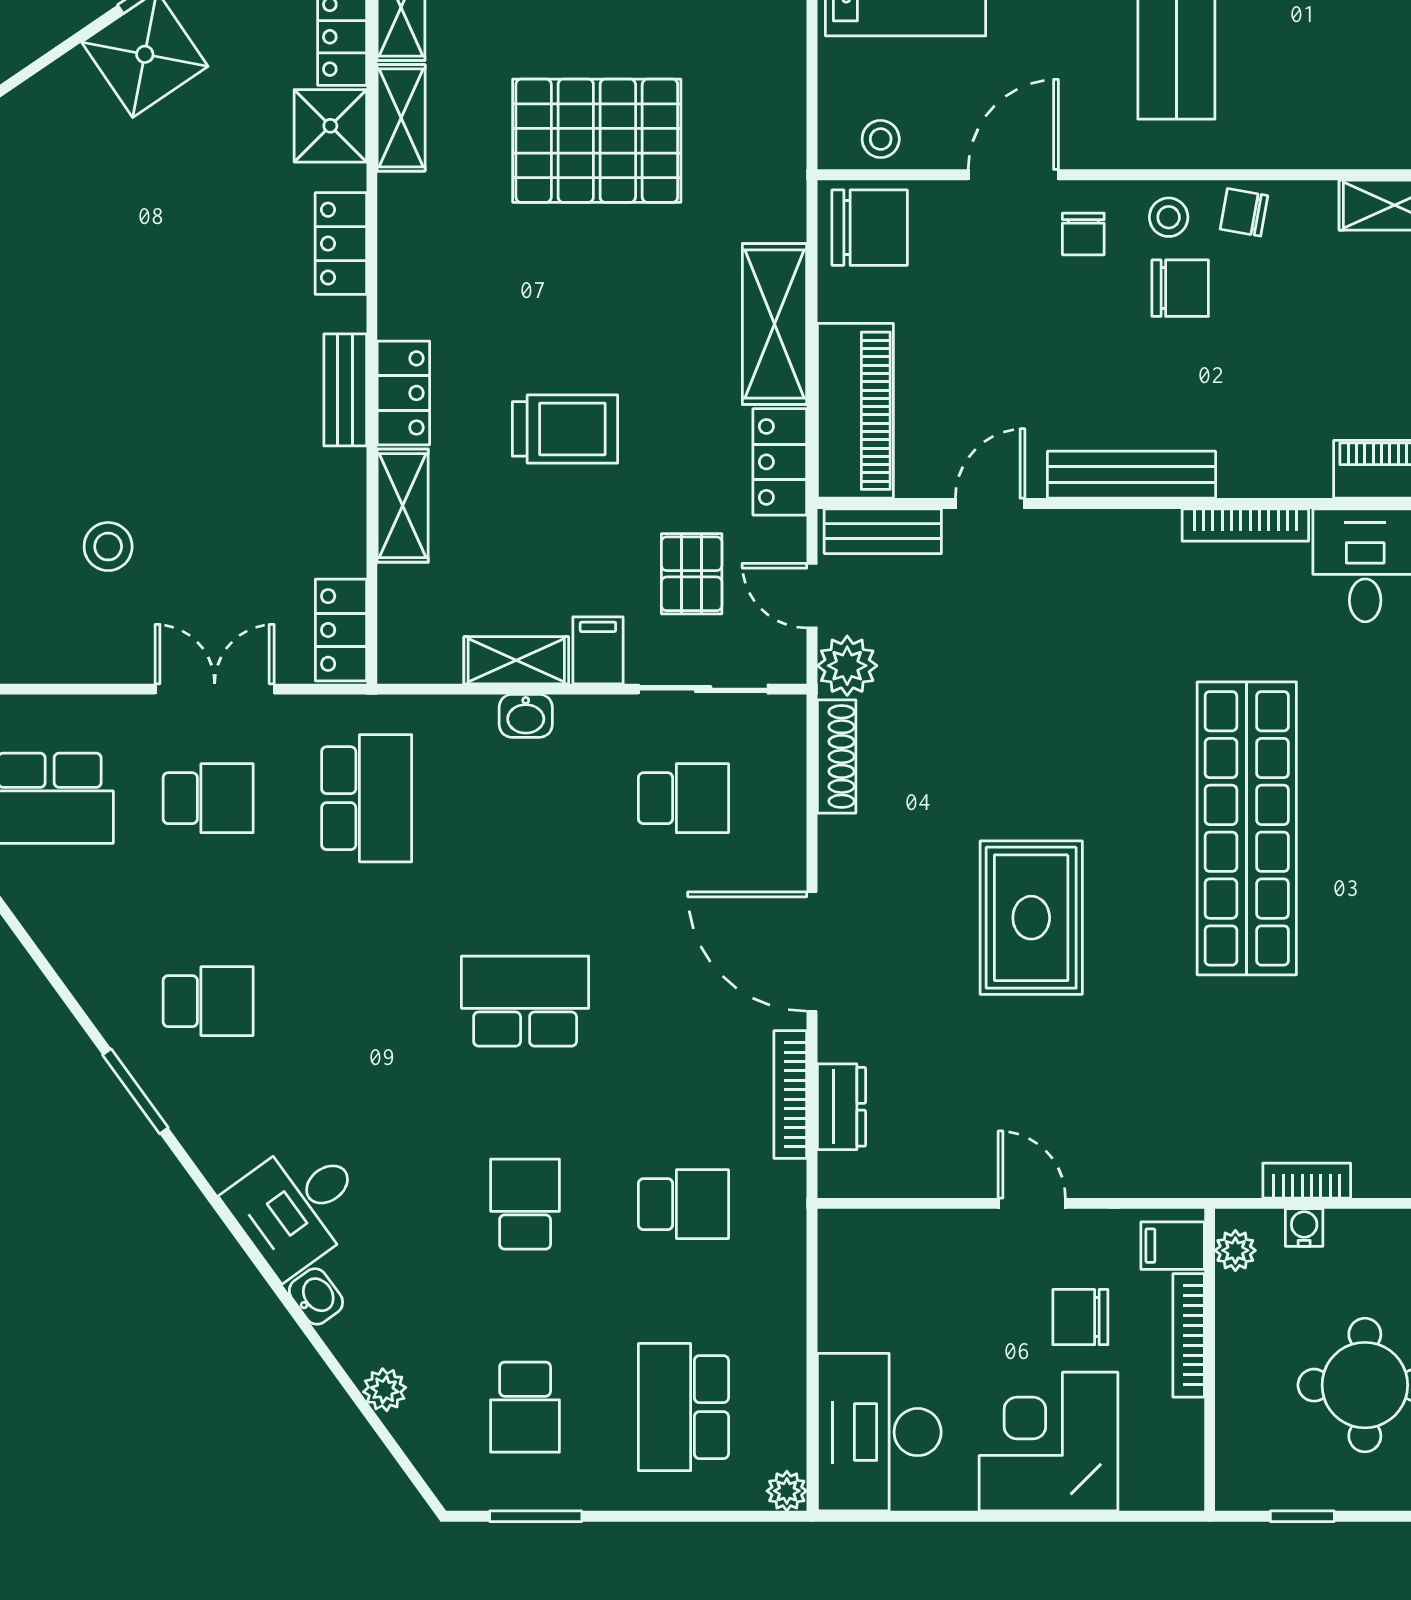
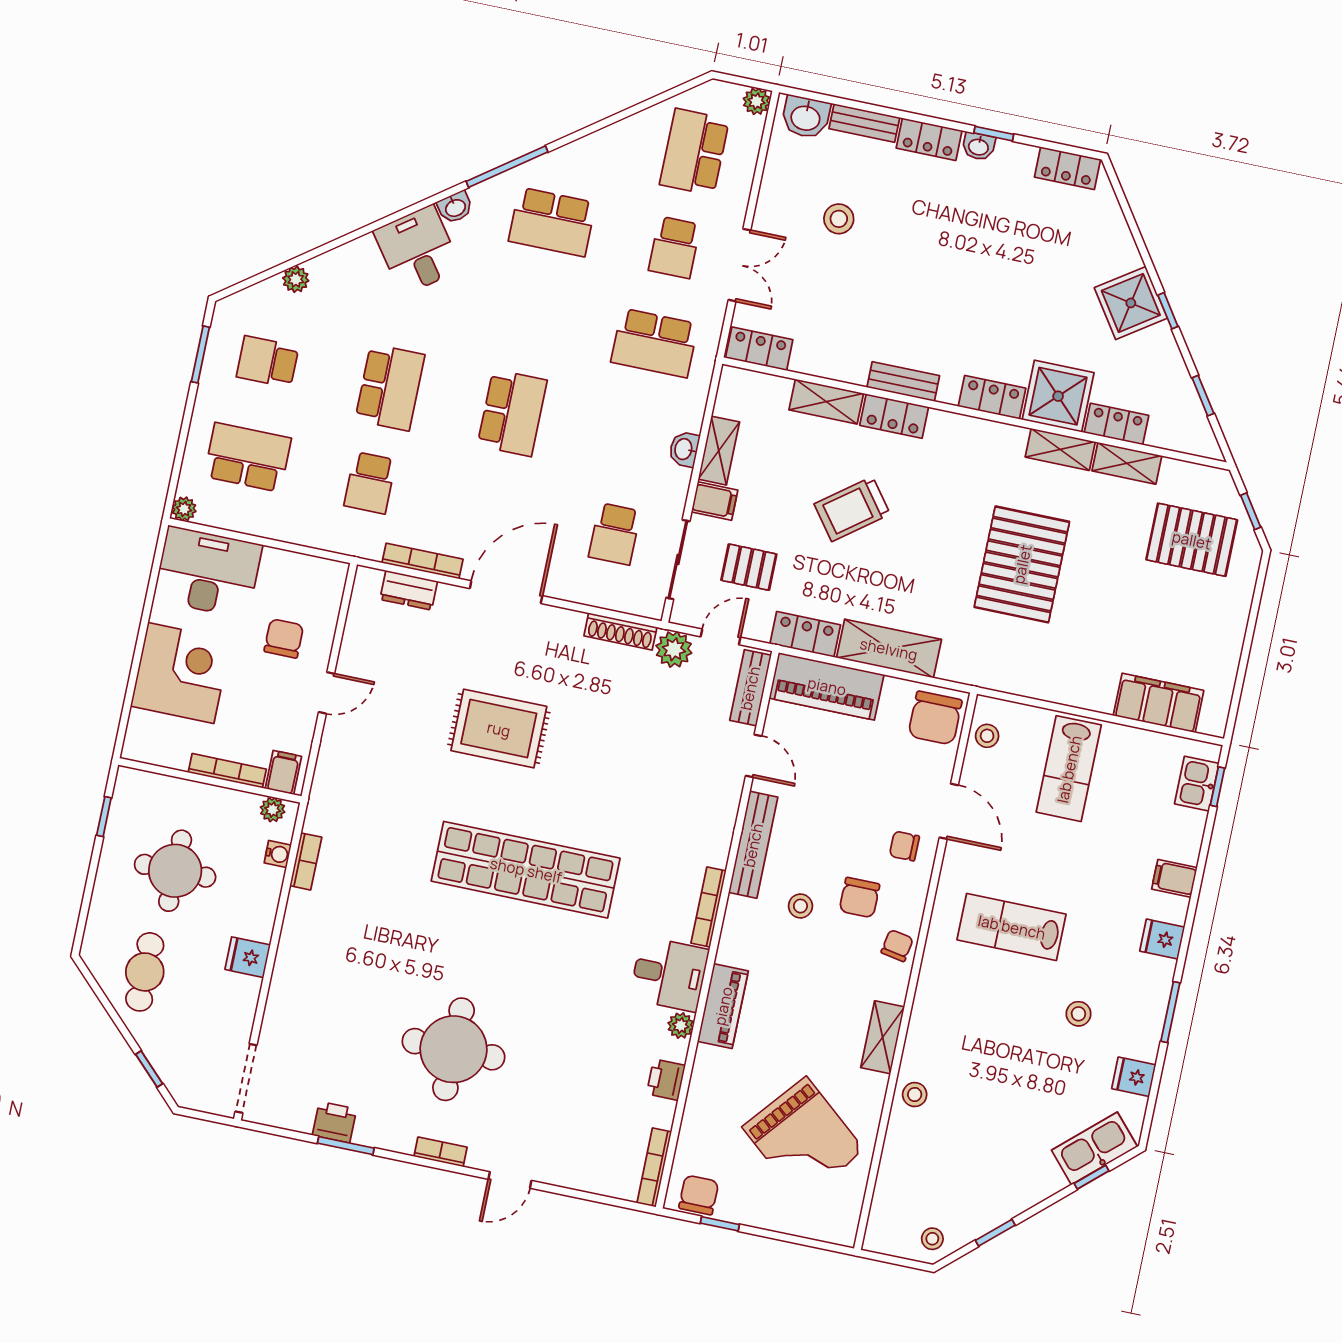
shower: (330, 126) -> (1058, 396), width x1.36, depth x1.36
stool: (1169, 217) -> (800, 906), moved
trolley: (565, 429) -> (852, 509), turned 53
school desk: (208, 1001) -> (552, 222), width x1.85
window: (135, 1091) -> (507, 167), width x1.44
school desk: (525, 1204) -> (390, 387), width x1.85
washbasin: (316, 1296) -> (455, 207), moved
chair: (1080, 1317) -> (284, 638), moved

